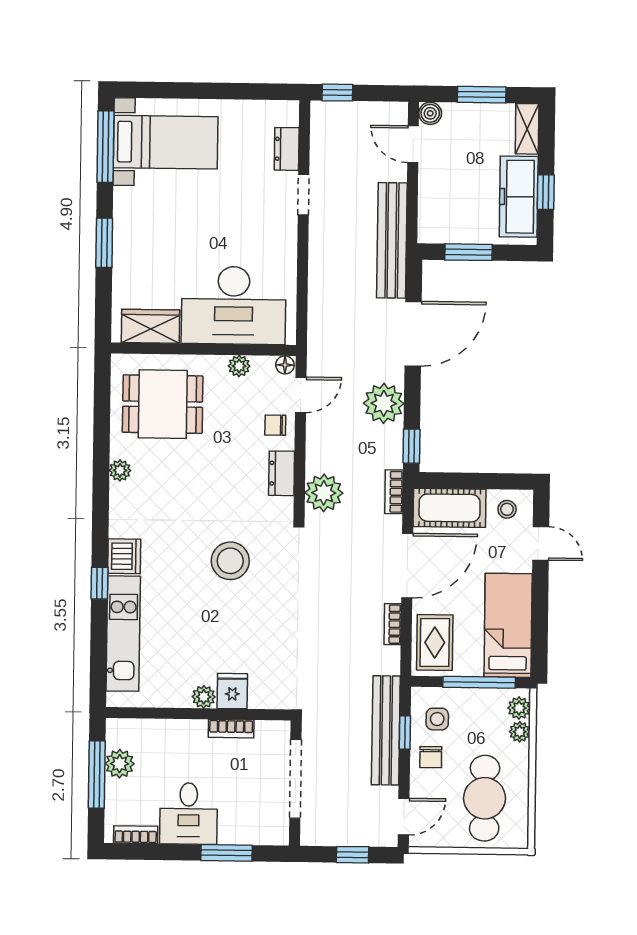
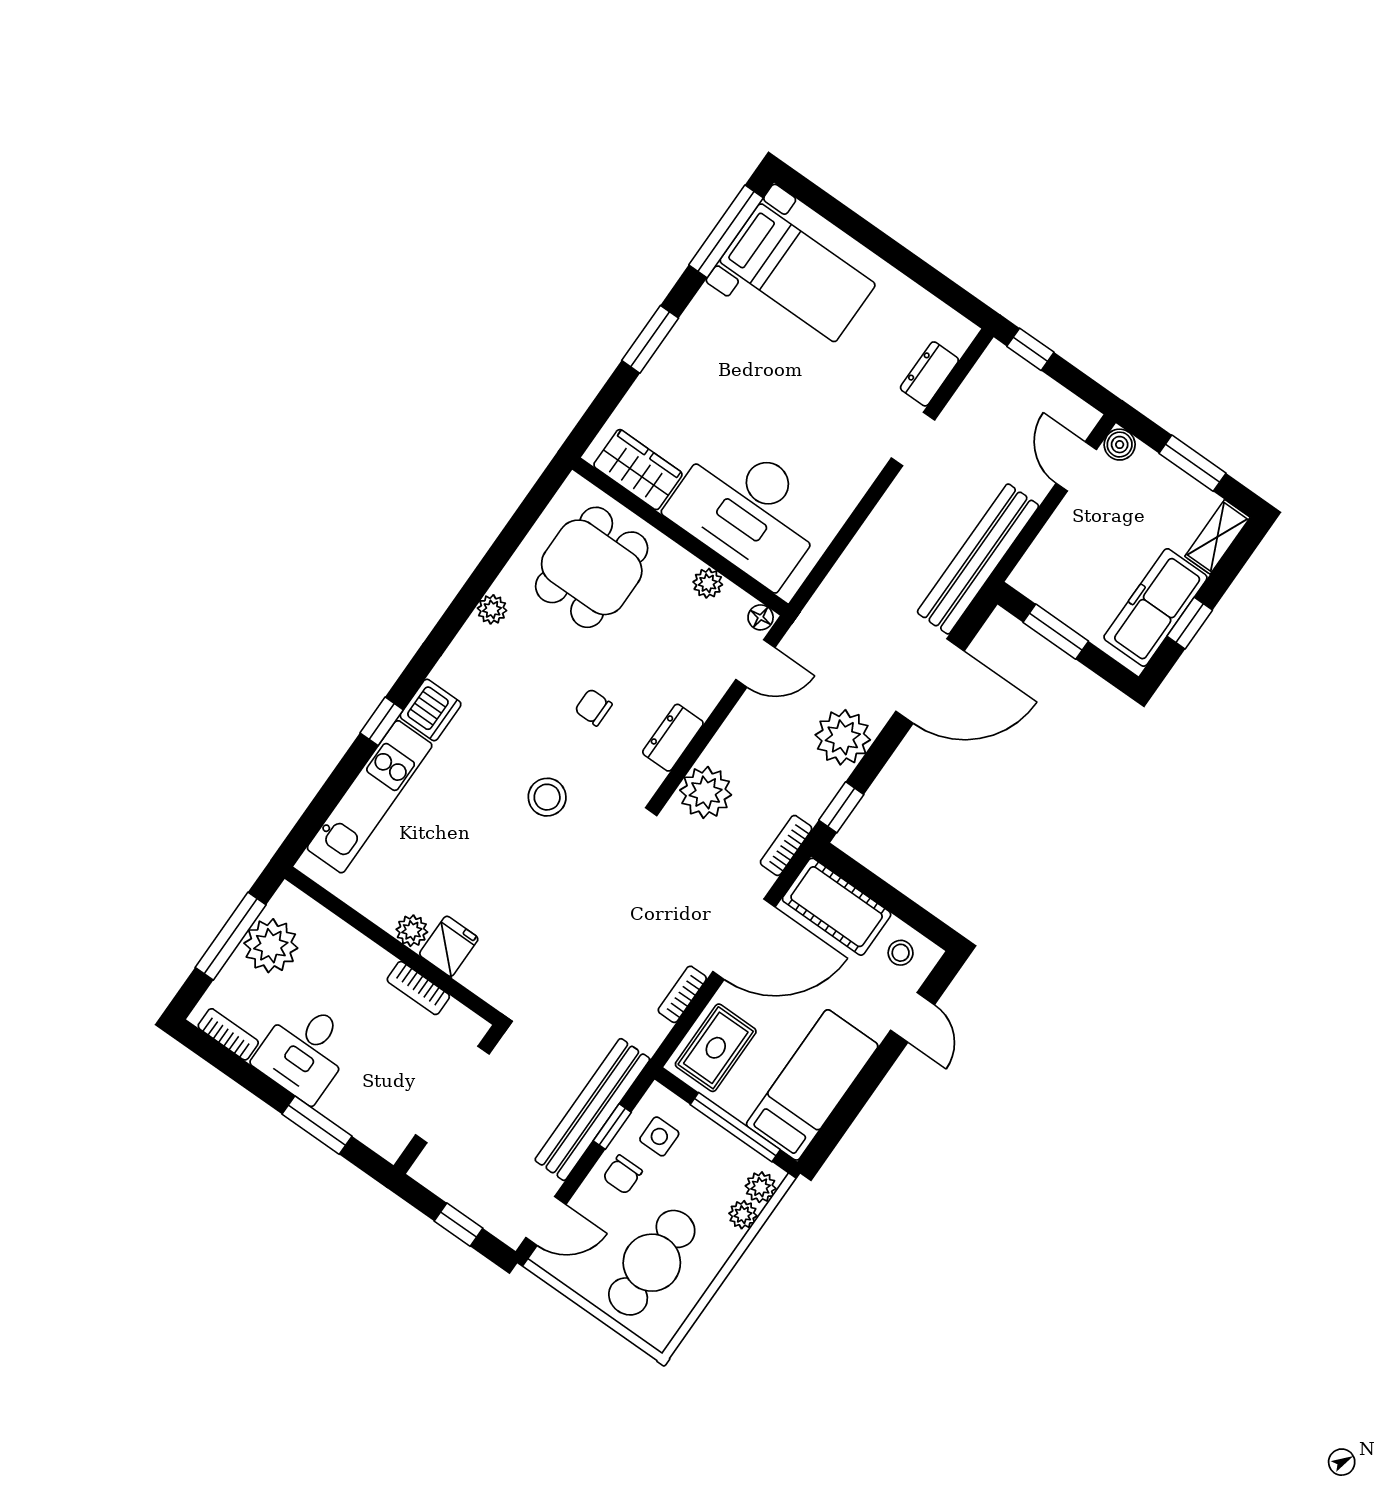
dining table: (163, 404) -> (592, 567), turned 90
chair: (275, 425) -> (593, 707), moved
stool: (230, 561) -> (547, 797), width x0.73, depth x0.73
plant: (120, 764) -> (271, 946), width x1.36, depth x1.36

